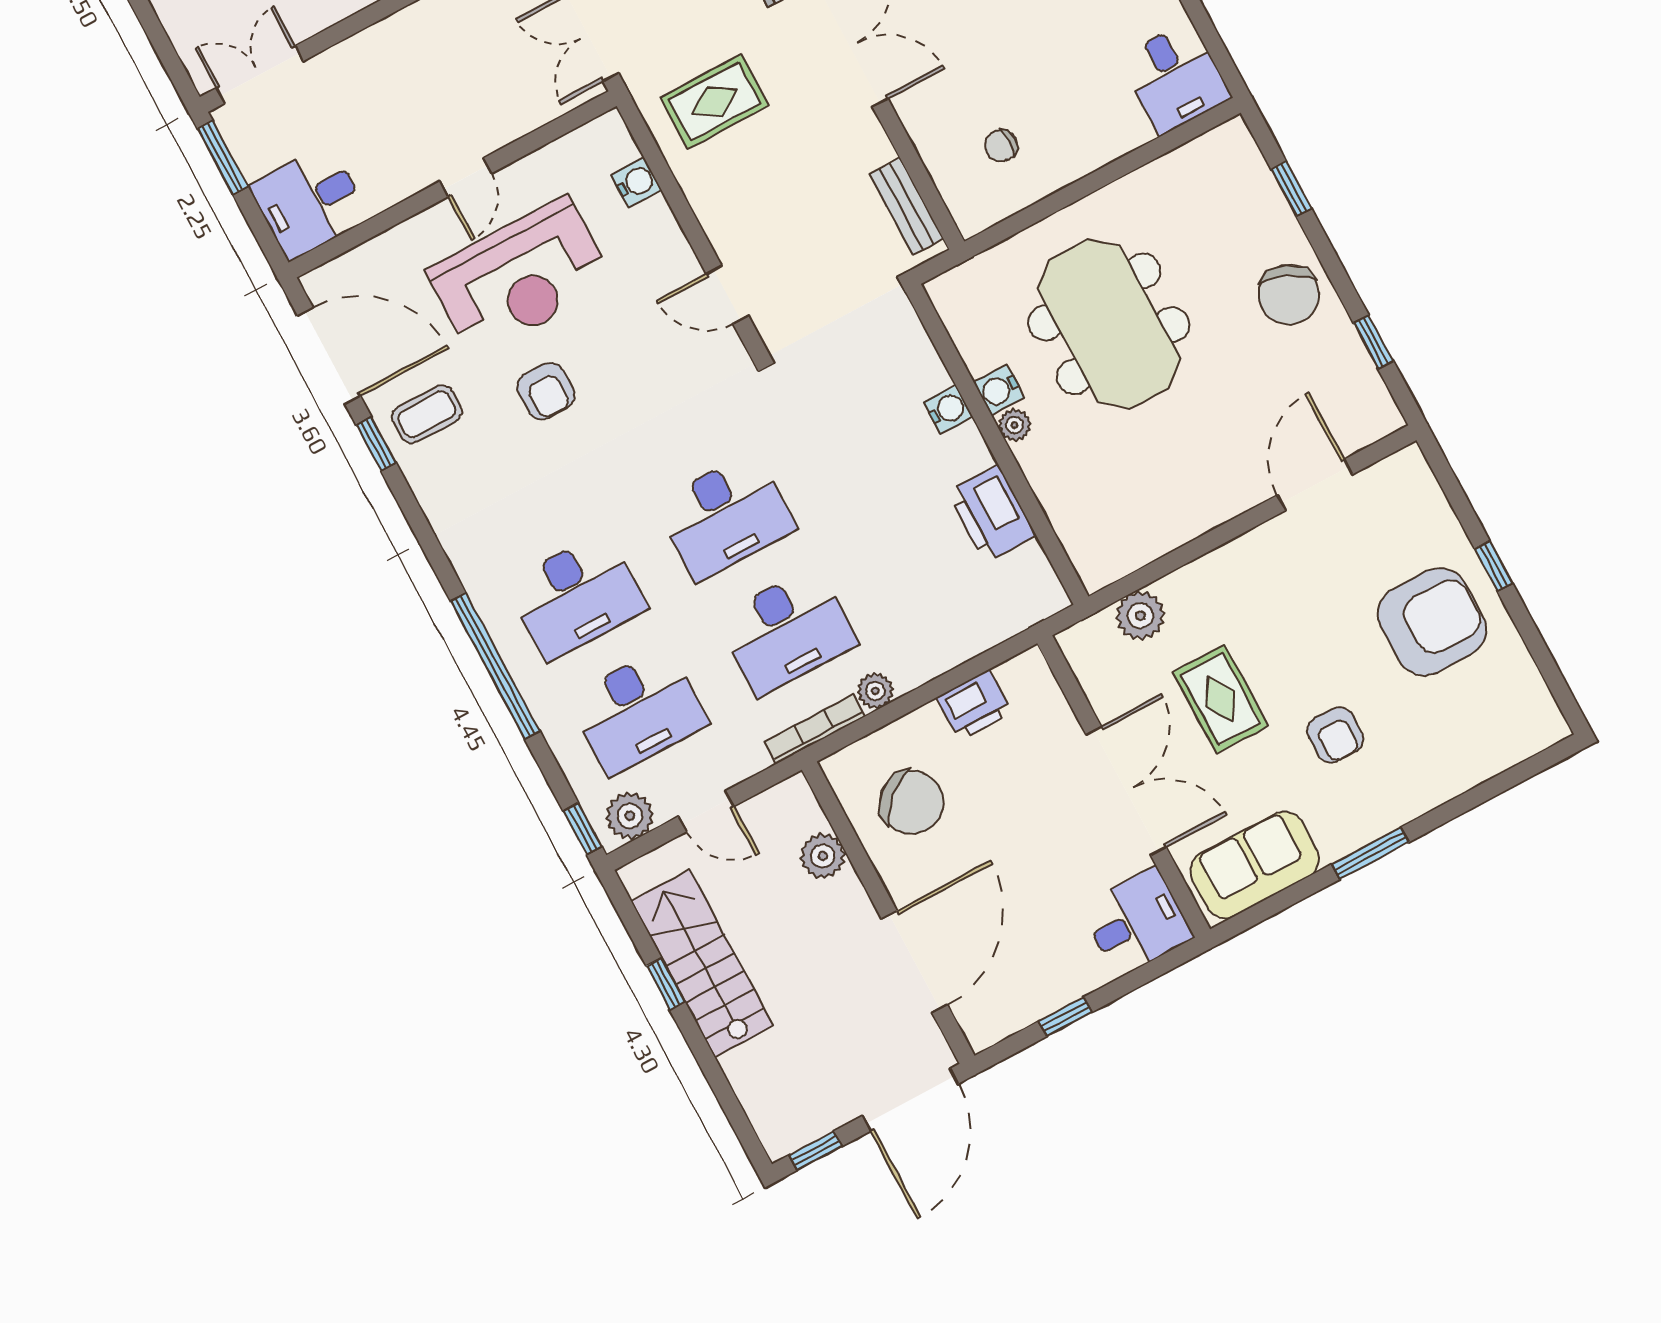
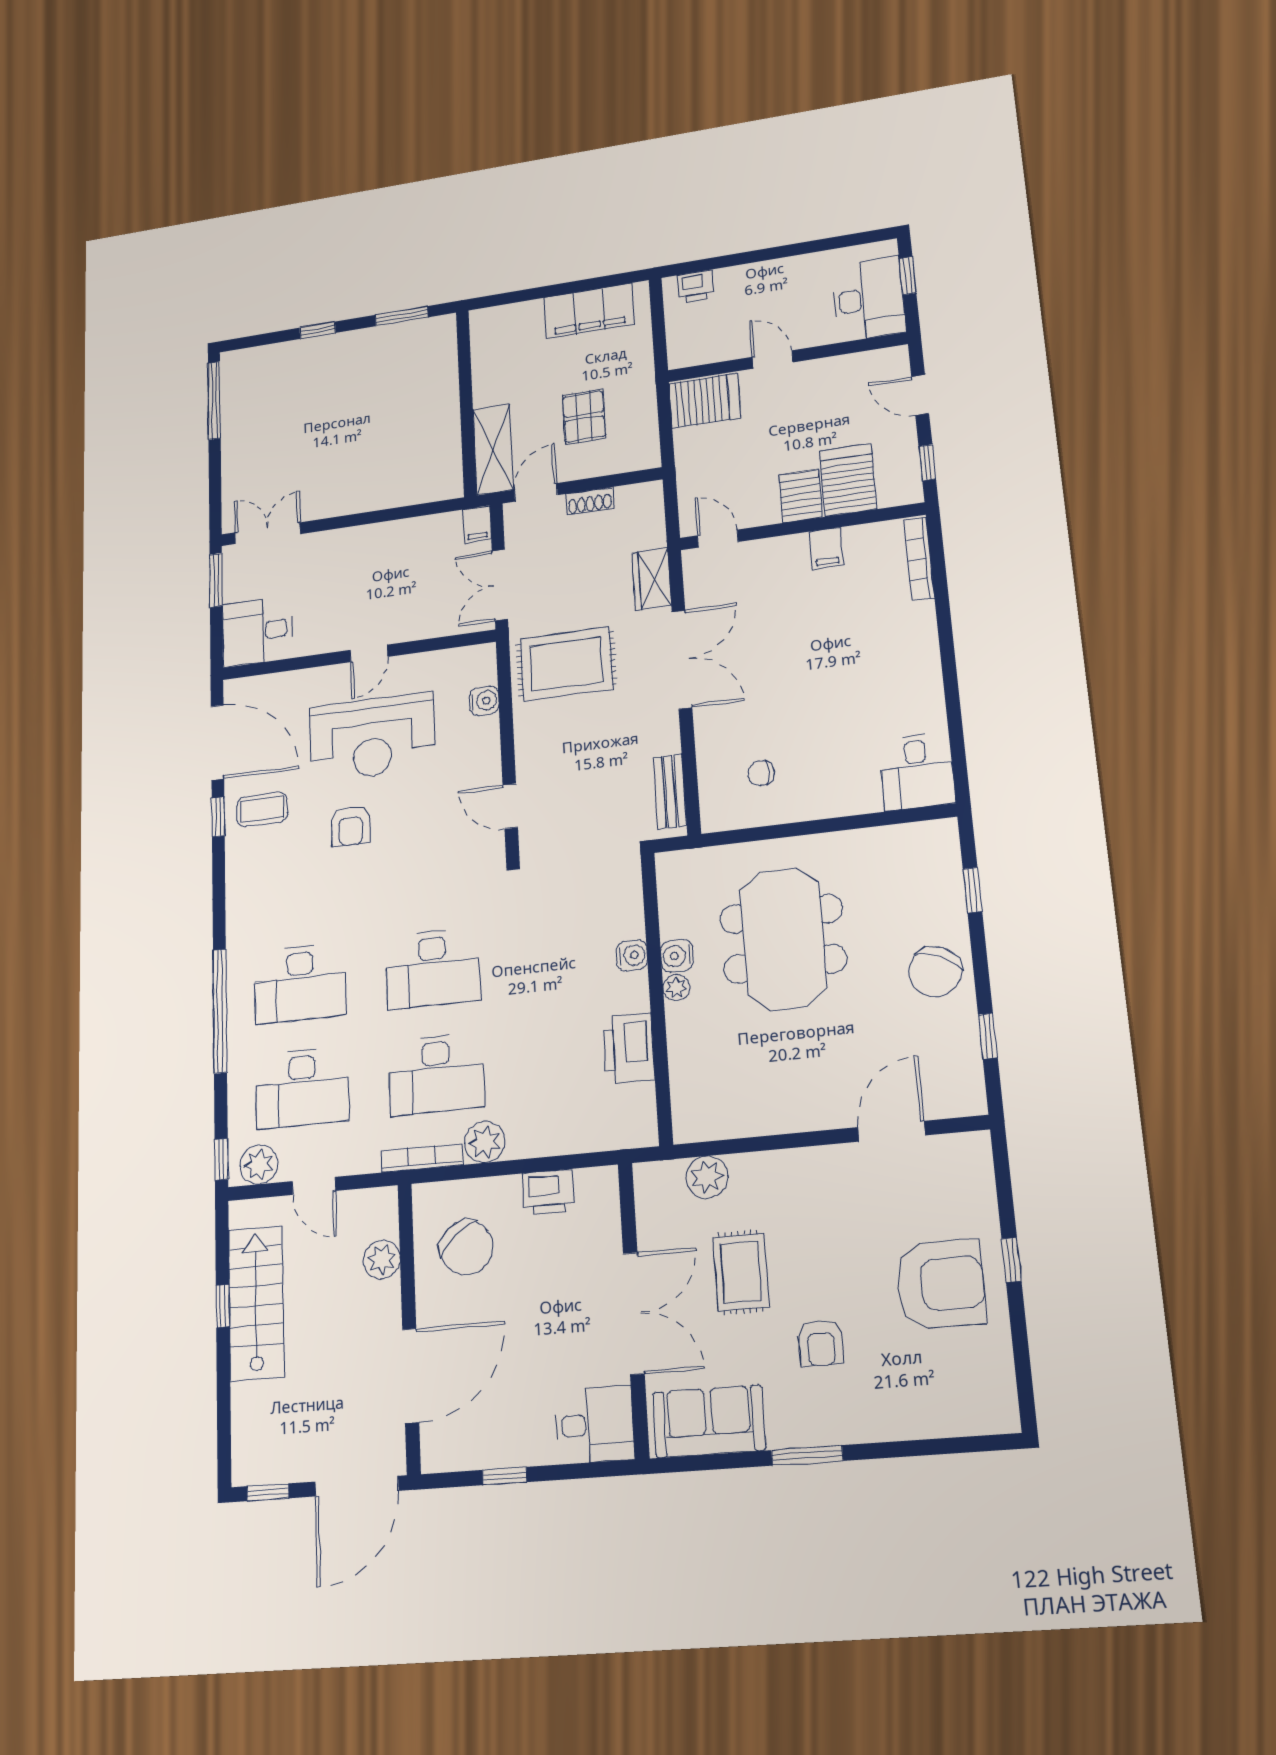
rug: (715, 102) -> (566, 664), width x1.36, depth x1.43
plant: (875, 691) -> (485, 1142), width x1.38, depth x1.38

